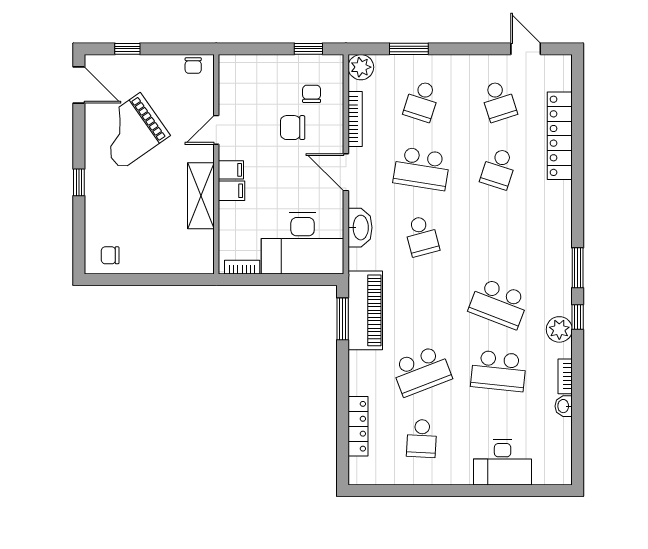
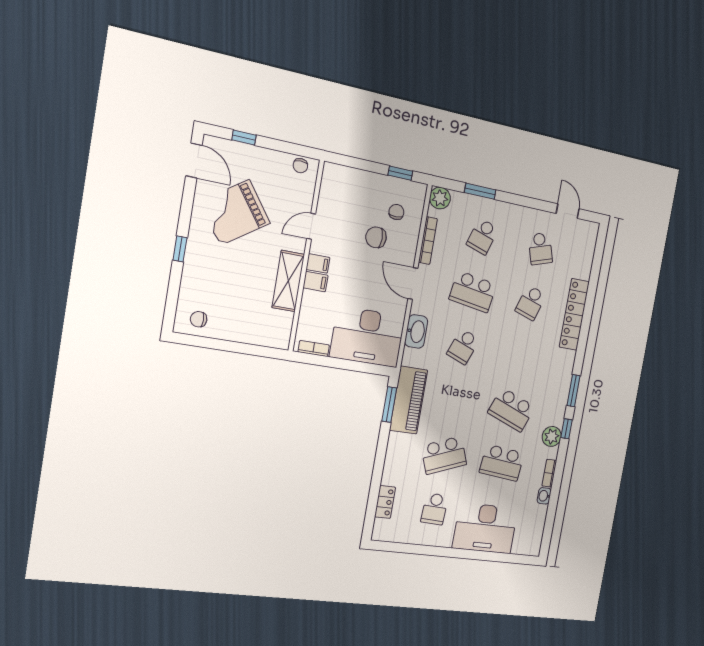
locker: (560, 136) -> (574, 314), moved
school desk: (422, 236) -> (463, 347), turned 36
locker: (358, 426) -> (385, 502), width x0.66
desk: (503, 462) -> (485, 528), width x1.36, depth x1.30

